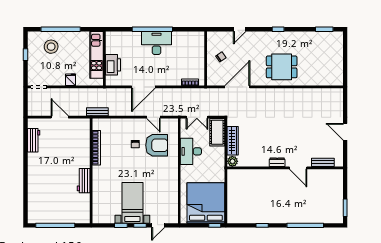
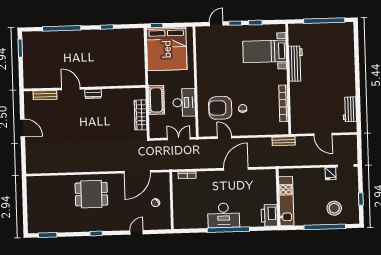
printer: (113, 65) -> (269, 215), moved
fridge: (70, 80) -> (331, 174), moved
cot: (217, 132) -> (156, 100), moved
plant: (232, 161) -> (140, 93), removed
workbench: (84, 181) -> (296, 64), width x1.38
bed with nightstands: (132, 203) -> (265, 51), moved, turned 90

